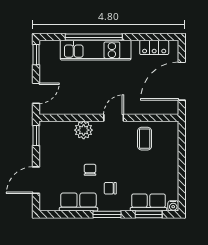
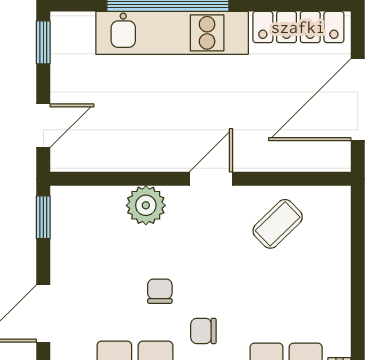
locker: (154, 47) -> (298, 27), width x1.53
coffee table: (145, 139) -> (278, 224), turned 46

